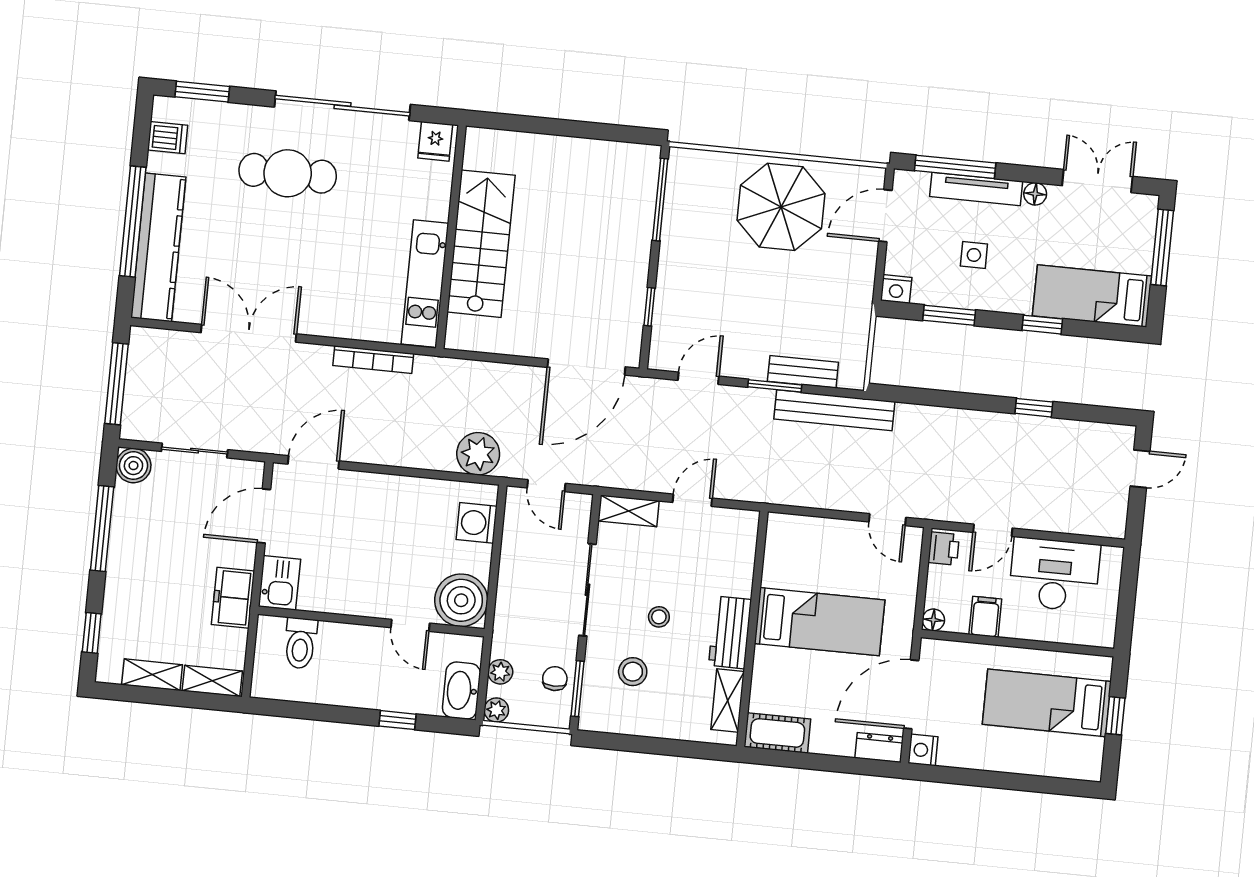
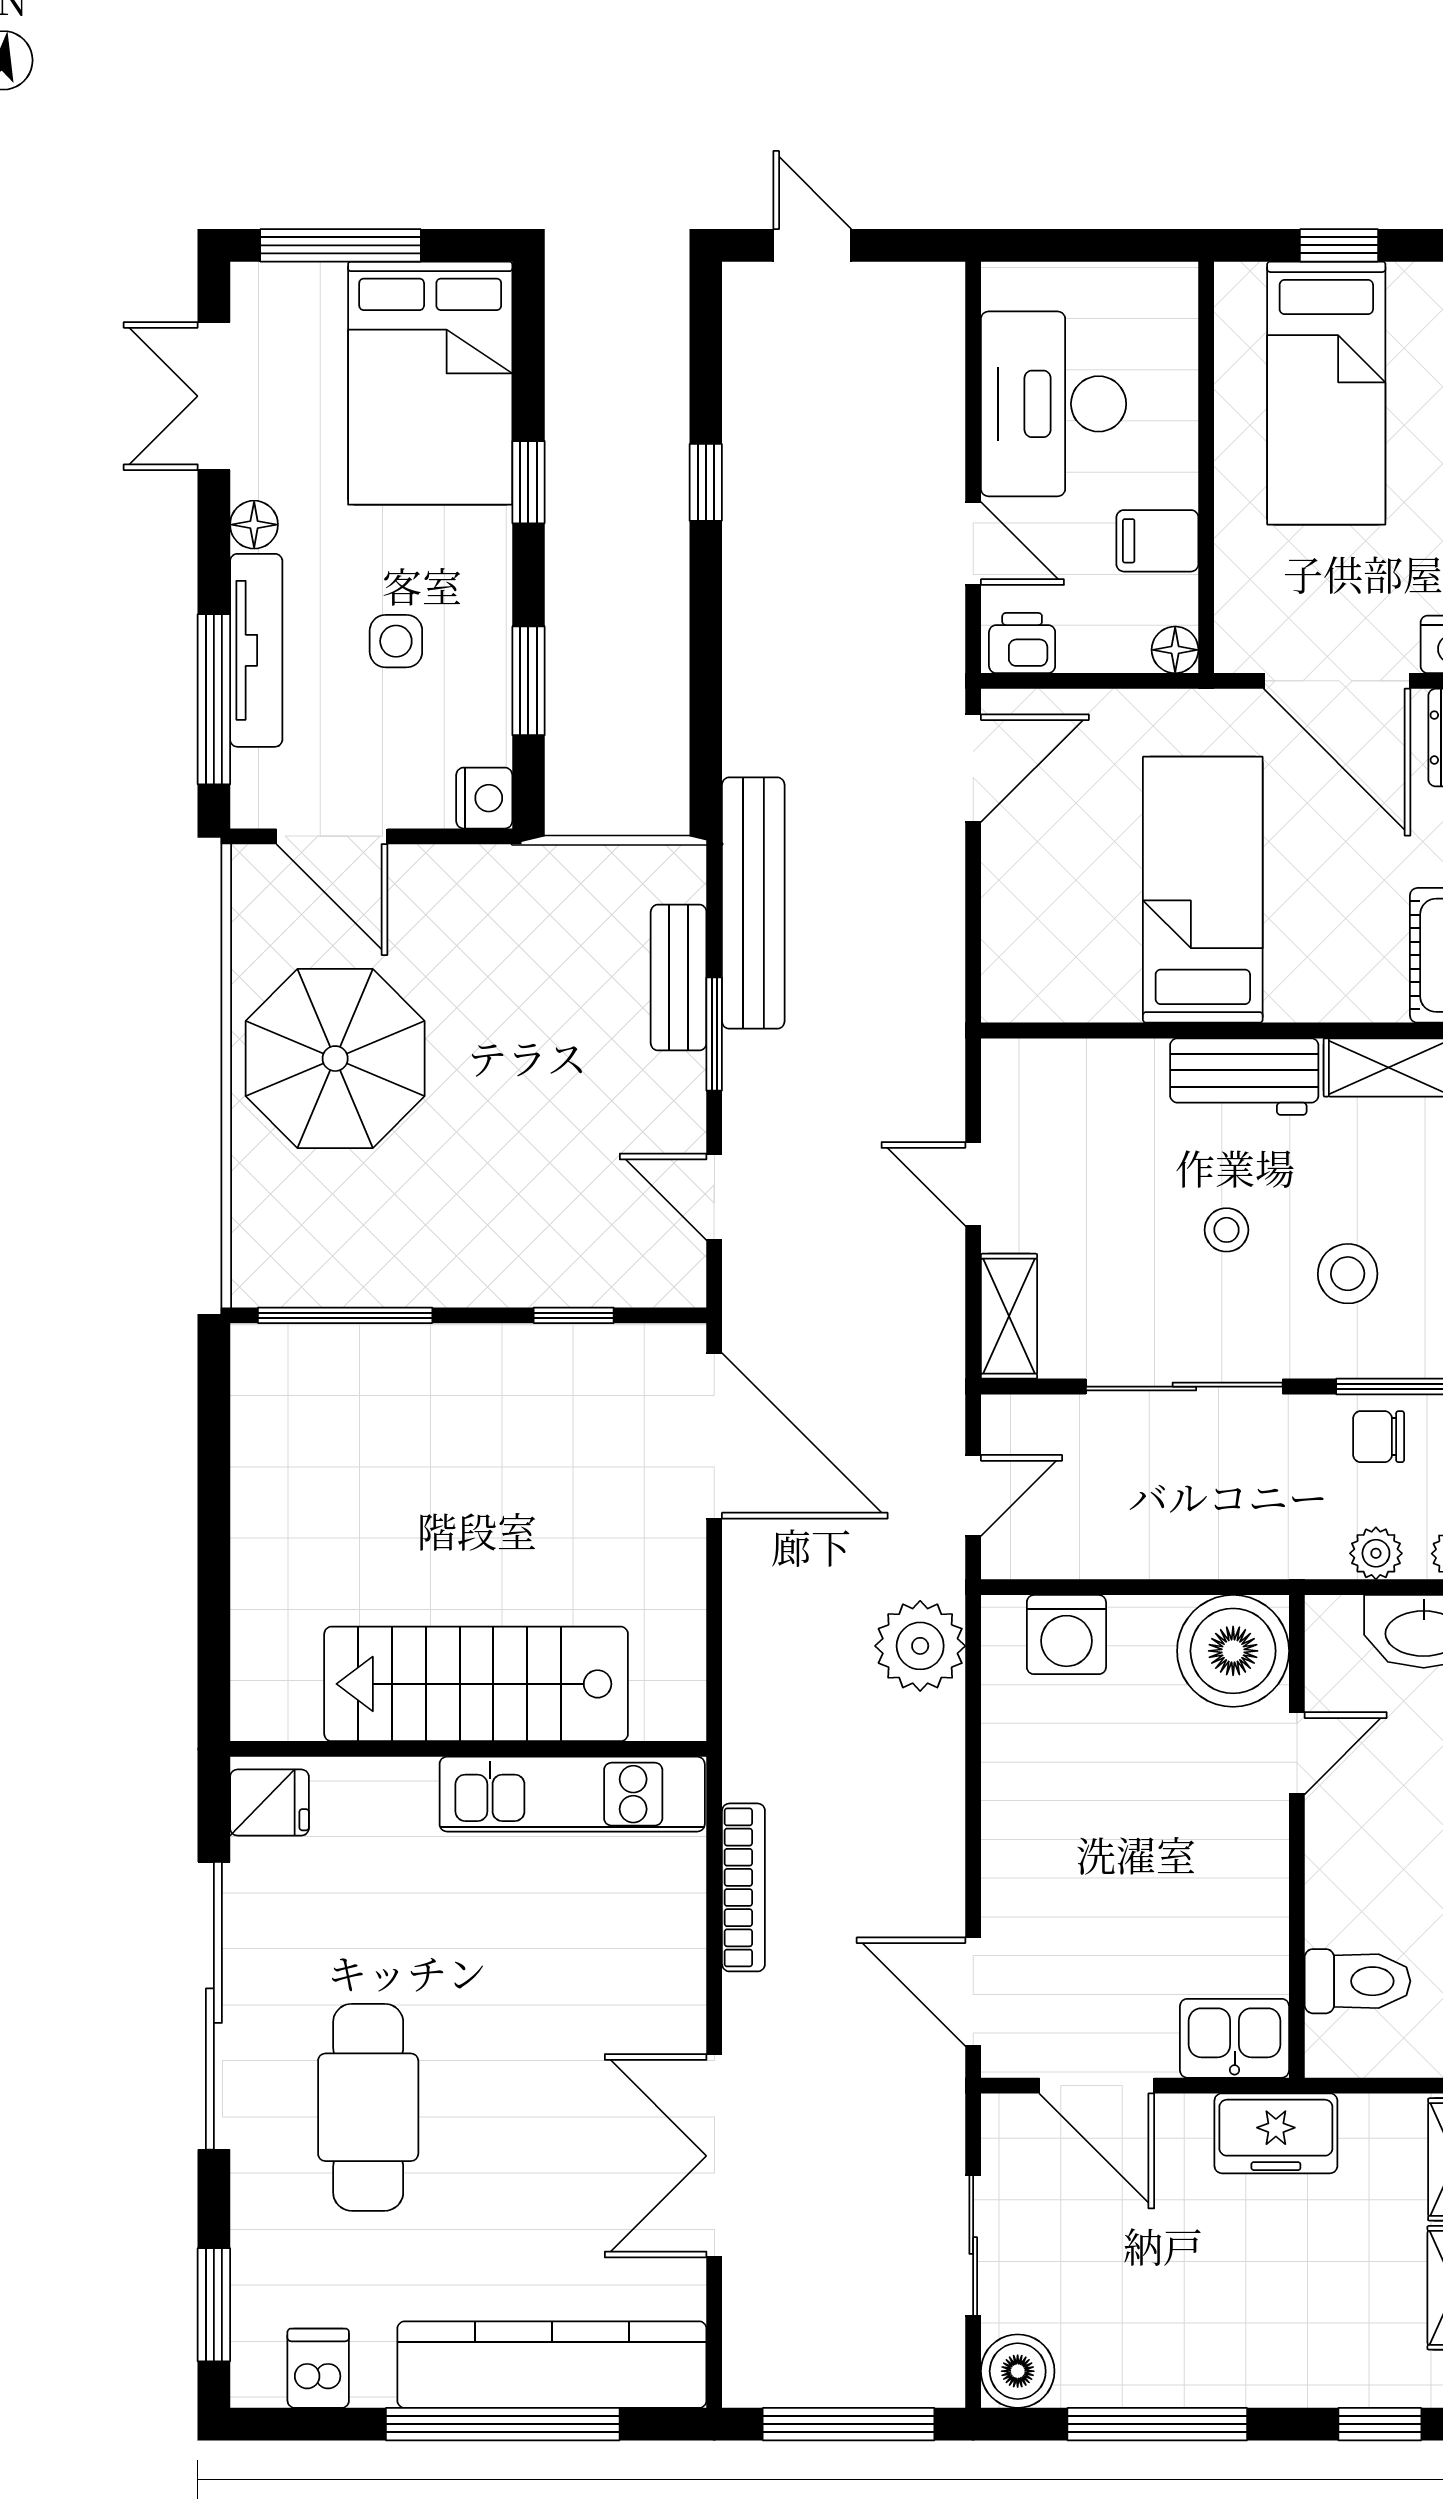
bed: (1092, 296) -> (430, 383), width x1.50
door: (887, 520) -> (973, 768), width x1.37

